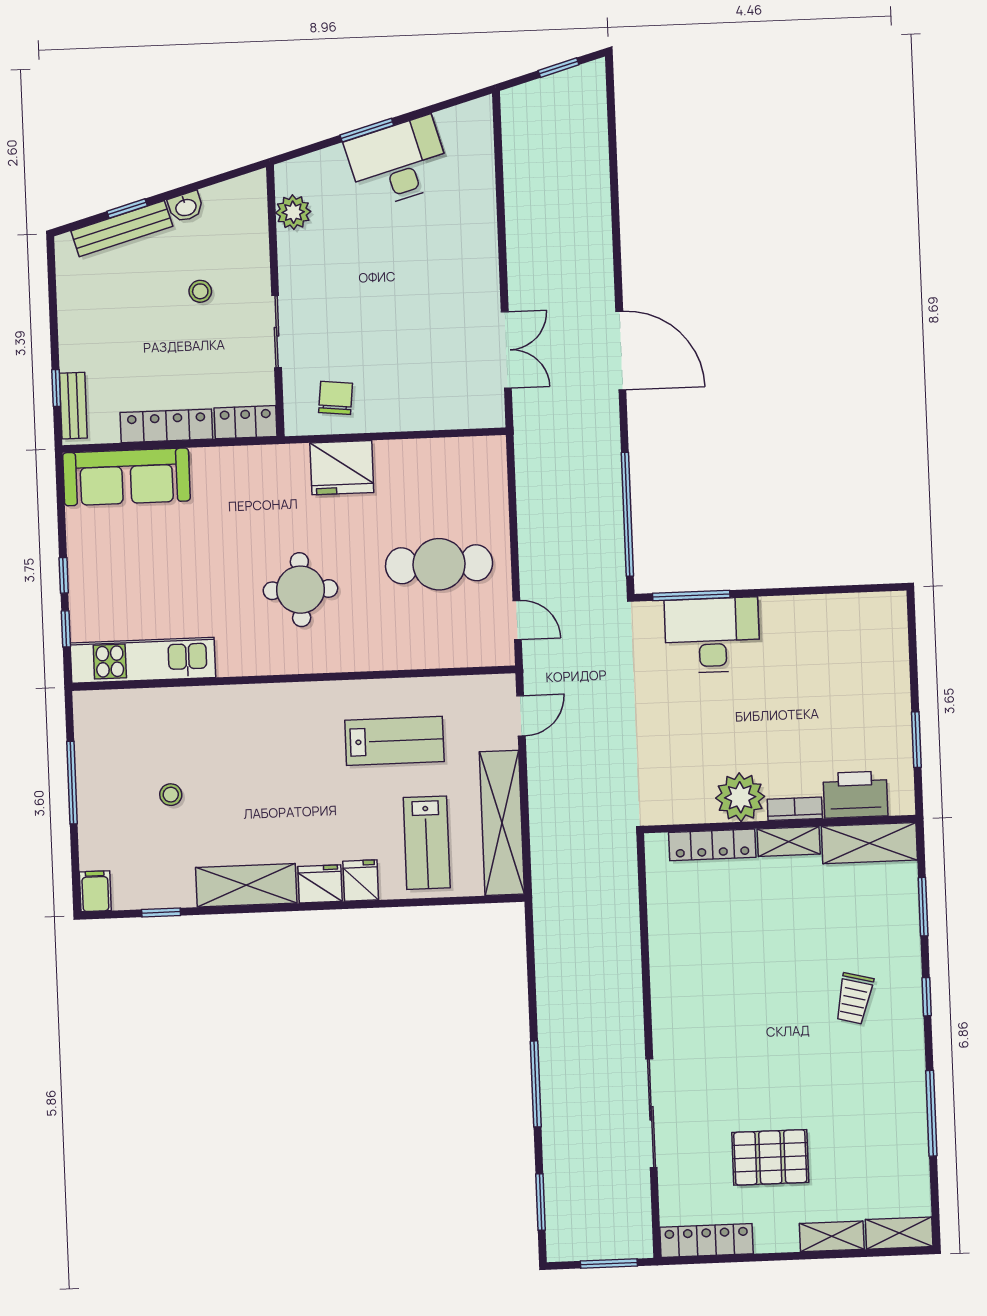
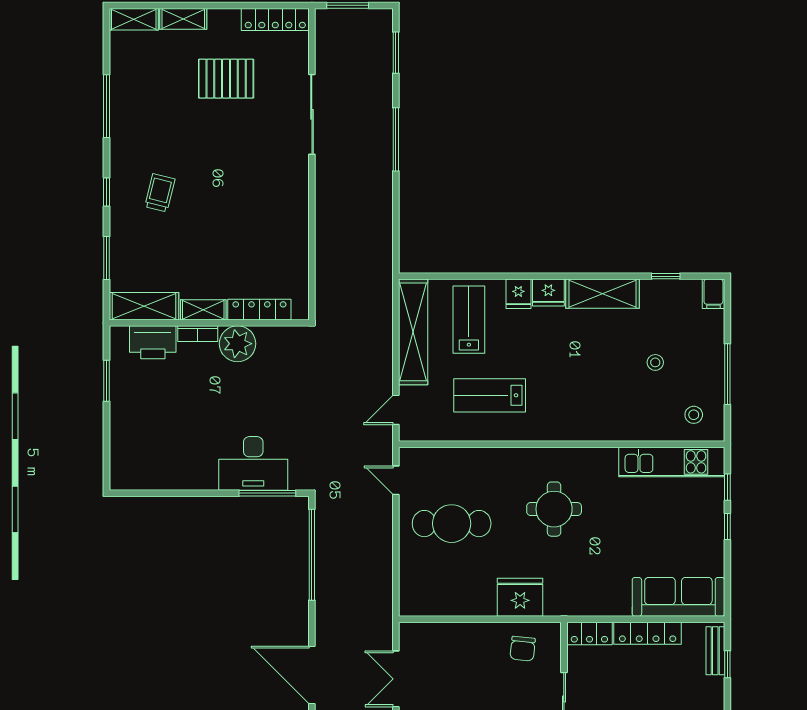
stool: (116, 725) -> (694, 415), added

